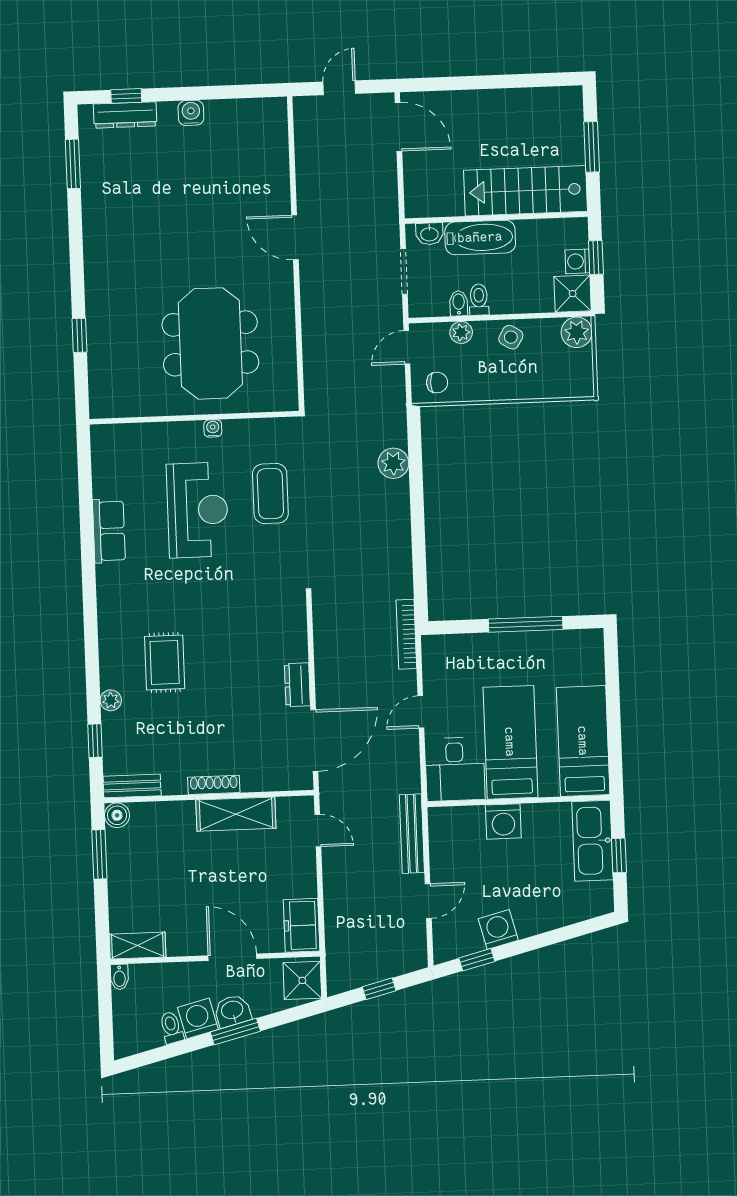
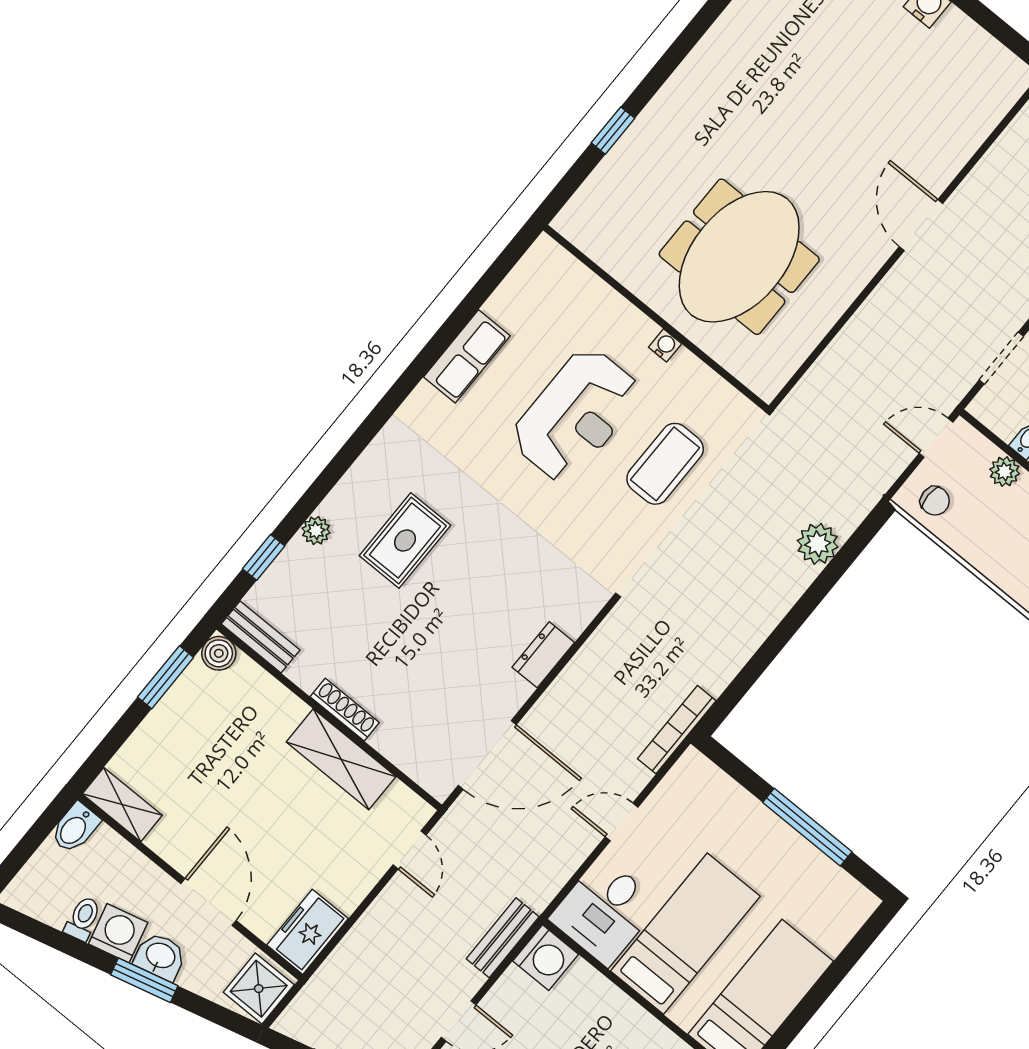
dresser: (297, 685) -> (543, 655), moved
washing machine: (503, 821) -> (546, 958), moved, turned -90
bench: (412, 834) -> (503, 938), width x0.73
bidet: (119, 977) -> (75, 828), width x1.38, depth x1.36

